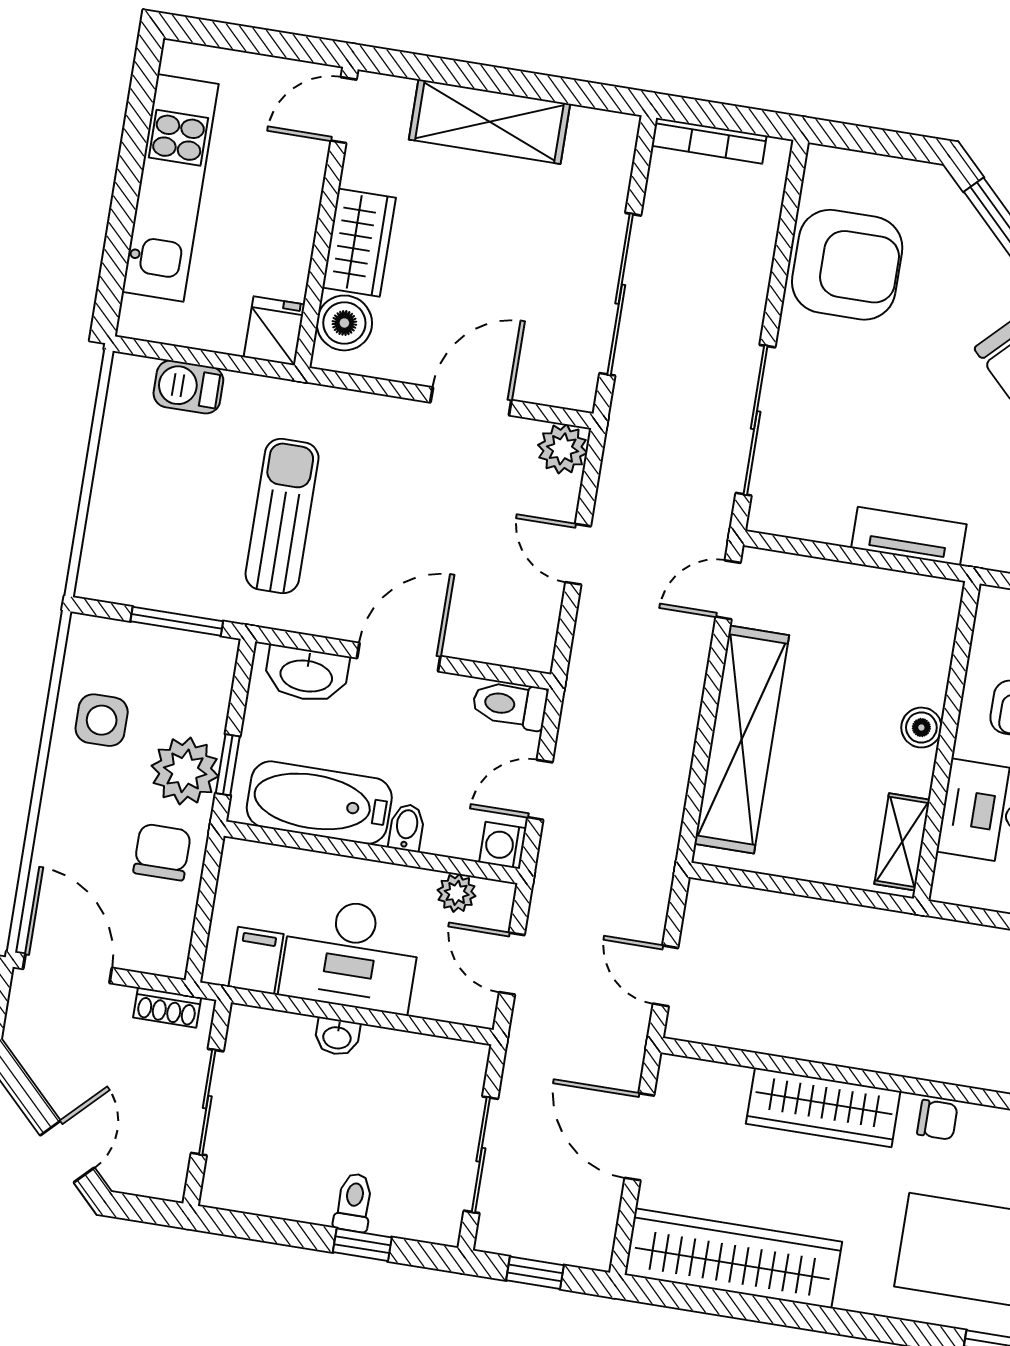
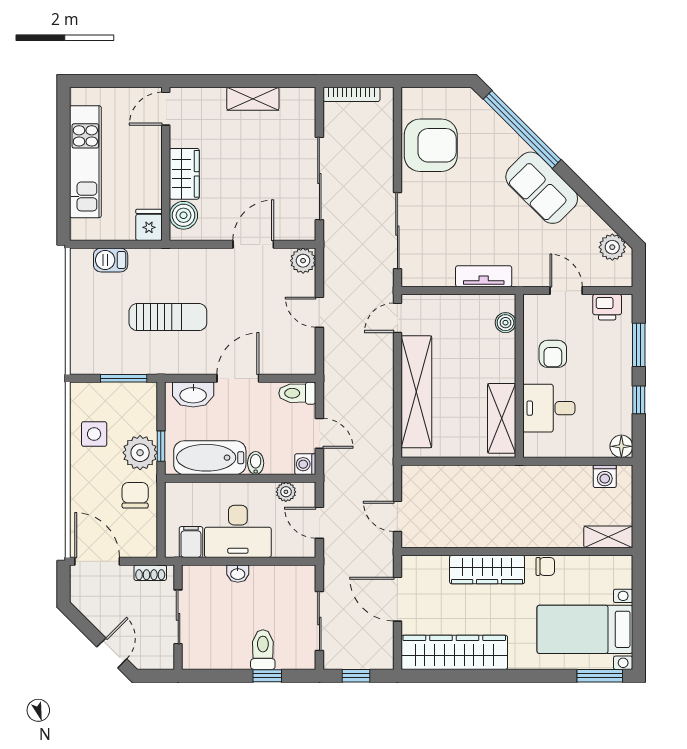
shelving: (489, 122) -> (253, 99), width x0.67, depth x0.75
sun lounger: (282, 516) -> (168, 317), turned 90
boiler: (921, 728) -> (505, 323), moved
door: (540, 790) -> (319, 433), swing flipped
shelving: (902, 842) -> (502, 418), width x1.50, depth x1.33
toilet: (354, 1202) -> (263, 650), width x1.37, depth x1.39

